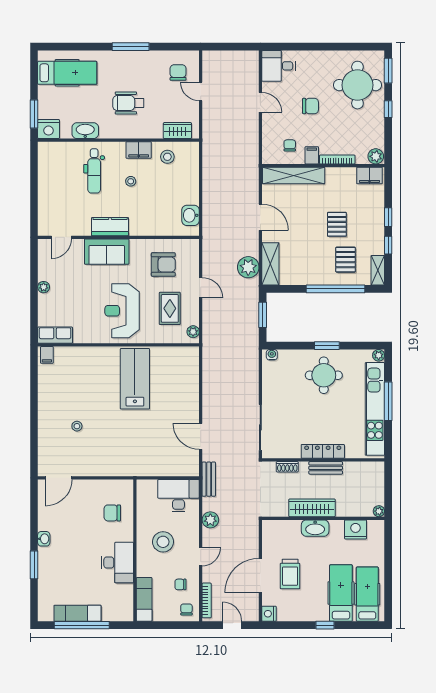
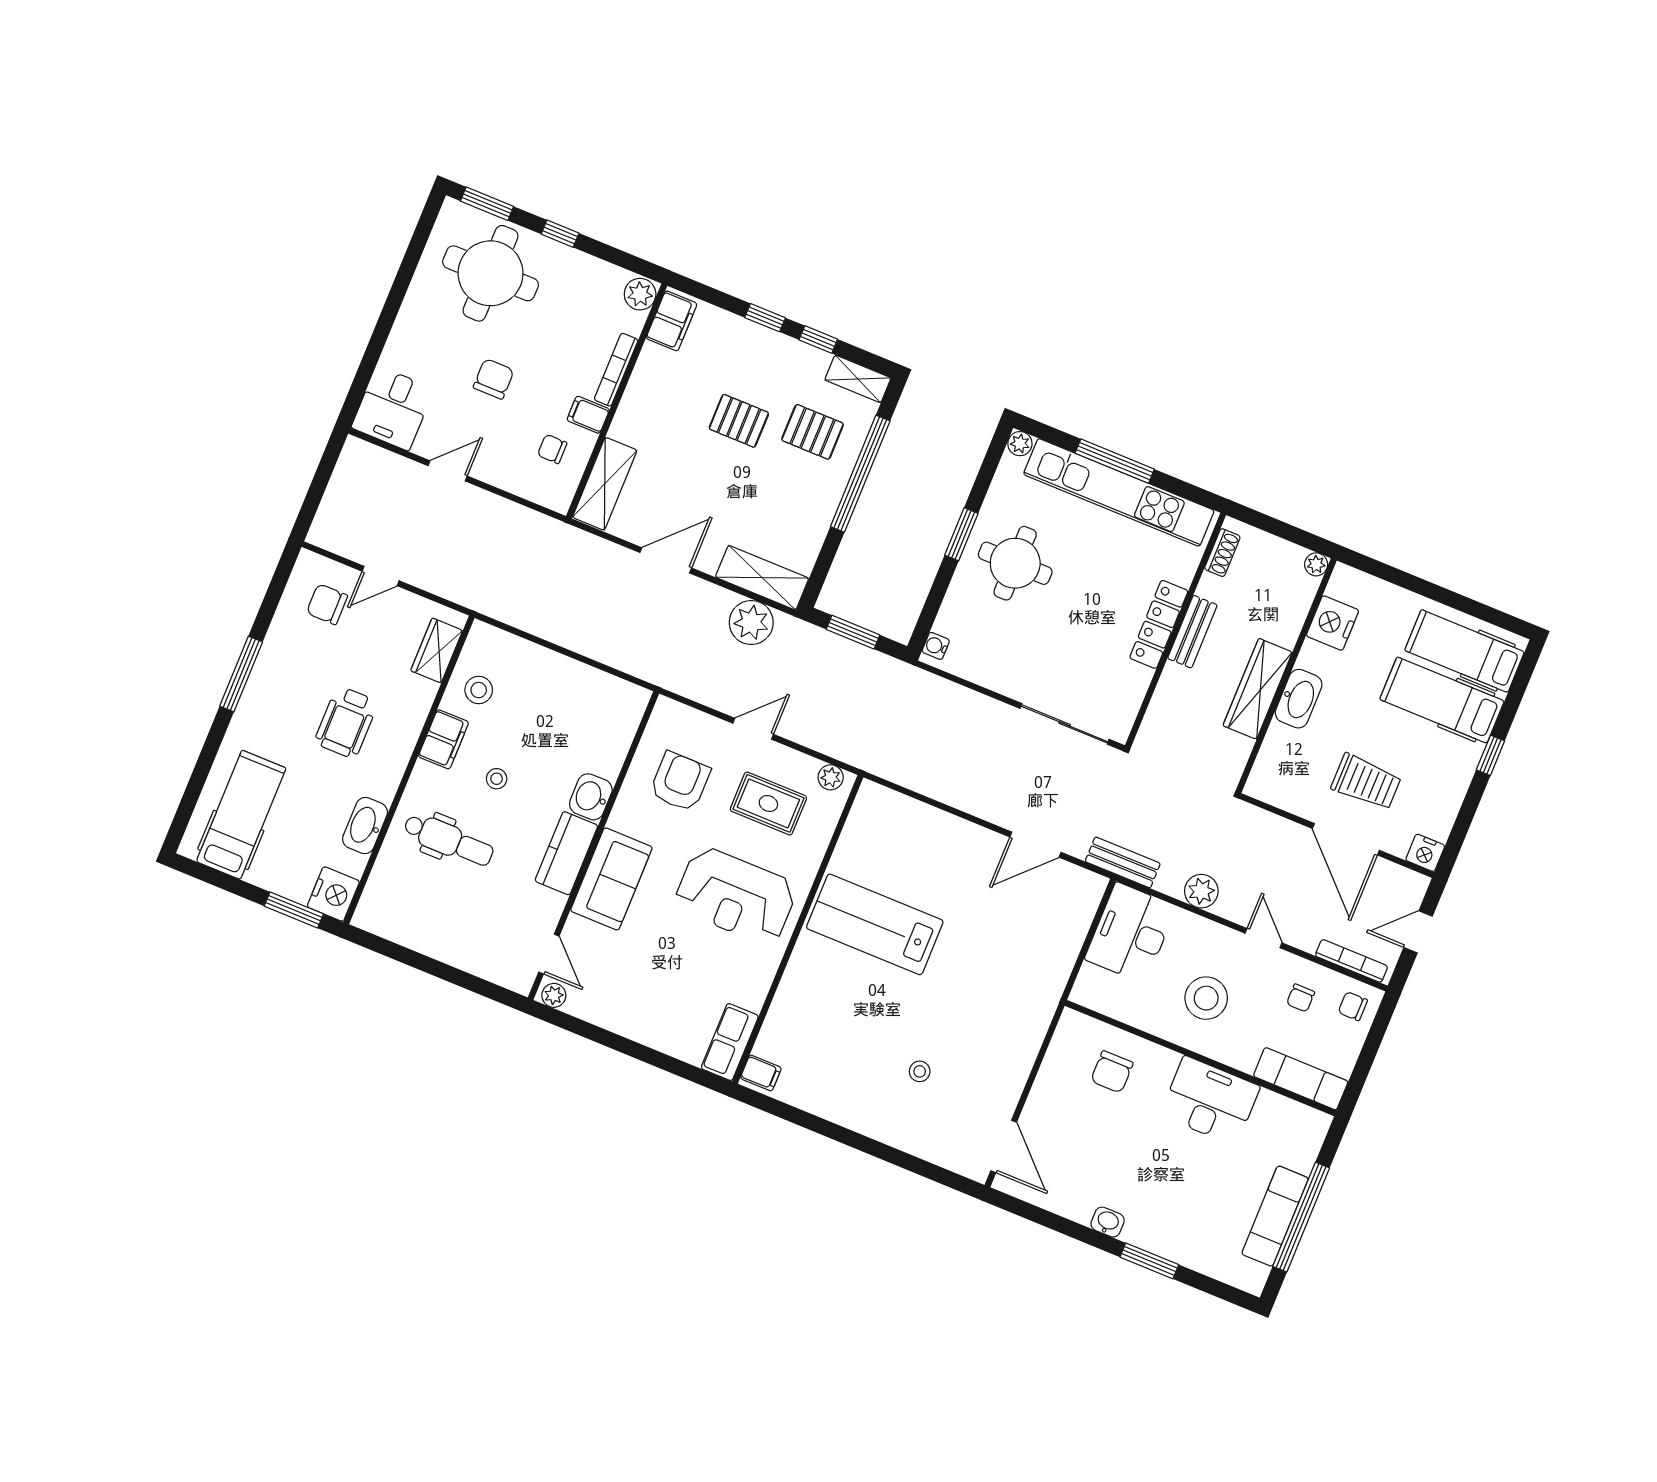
shelving: (294, 176) -> (605, 484), width x0.68
washbasin: (190, 215) -> (591, 797), moved, turned 90
plant: (44, 287) -> (554, 995), moved
shoe rack: (287, 467) -> (1222, 553), moved

